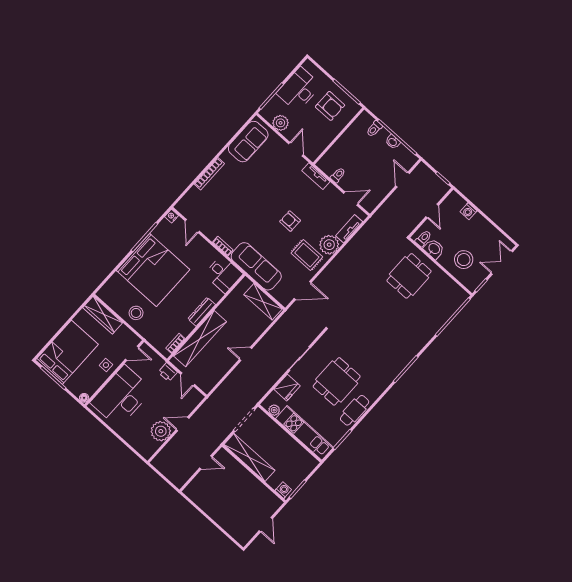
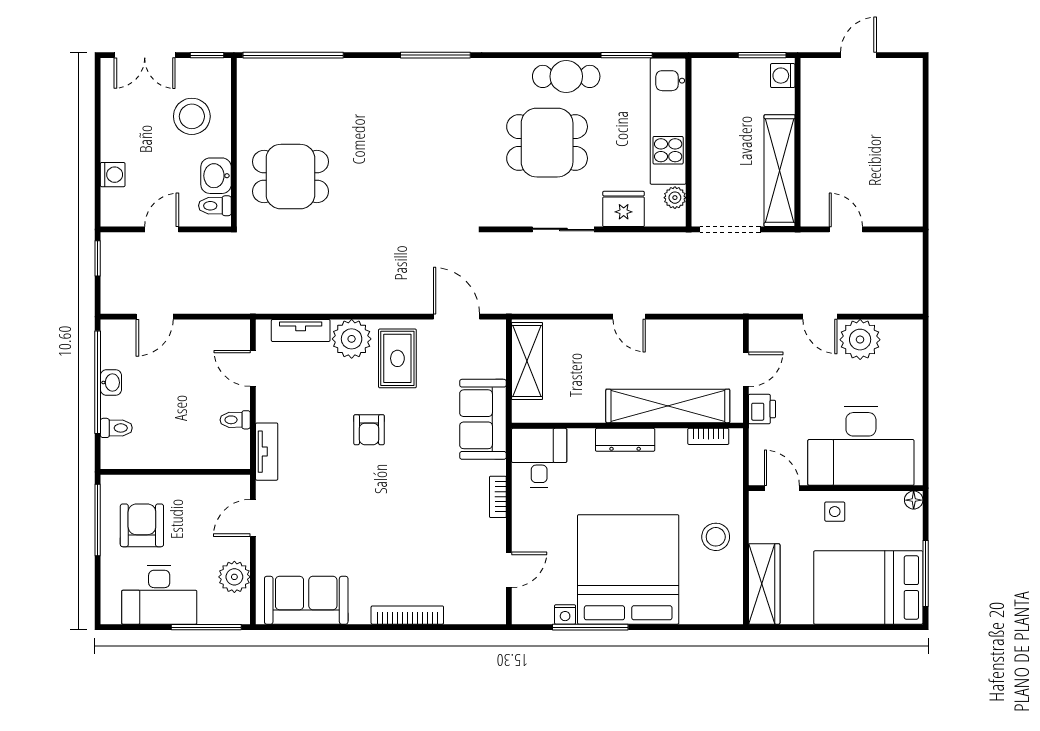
nightstand: (172, 216) -> (565, 614), moved
sofa: (256, 266) -> (483, 419), width x0.73

